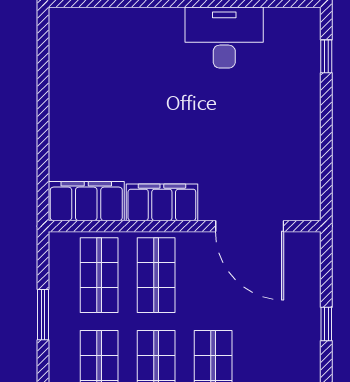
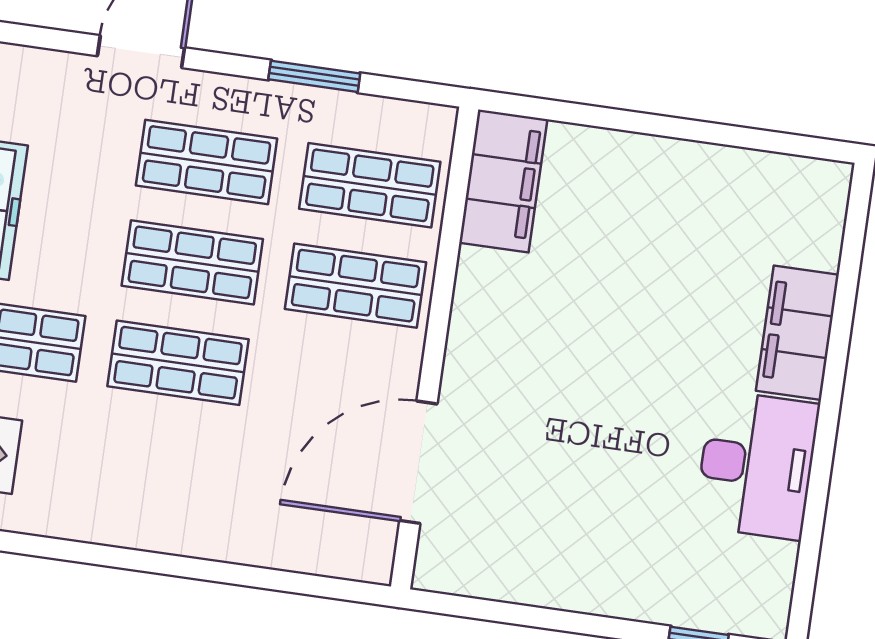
filing cabinet: (162, 202) -> (797, 333), moved, turned 180
window: (326, 324) -> (227, 573), removed

